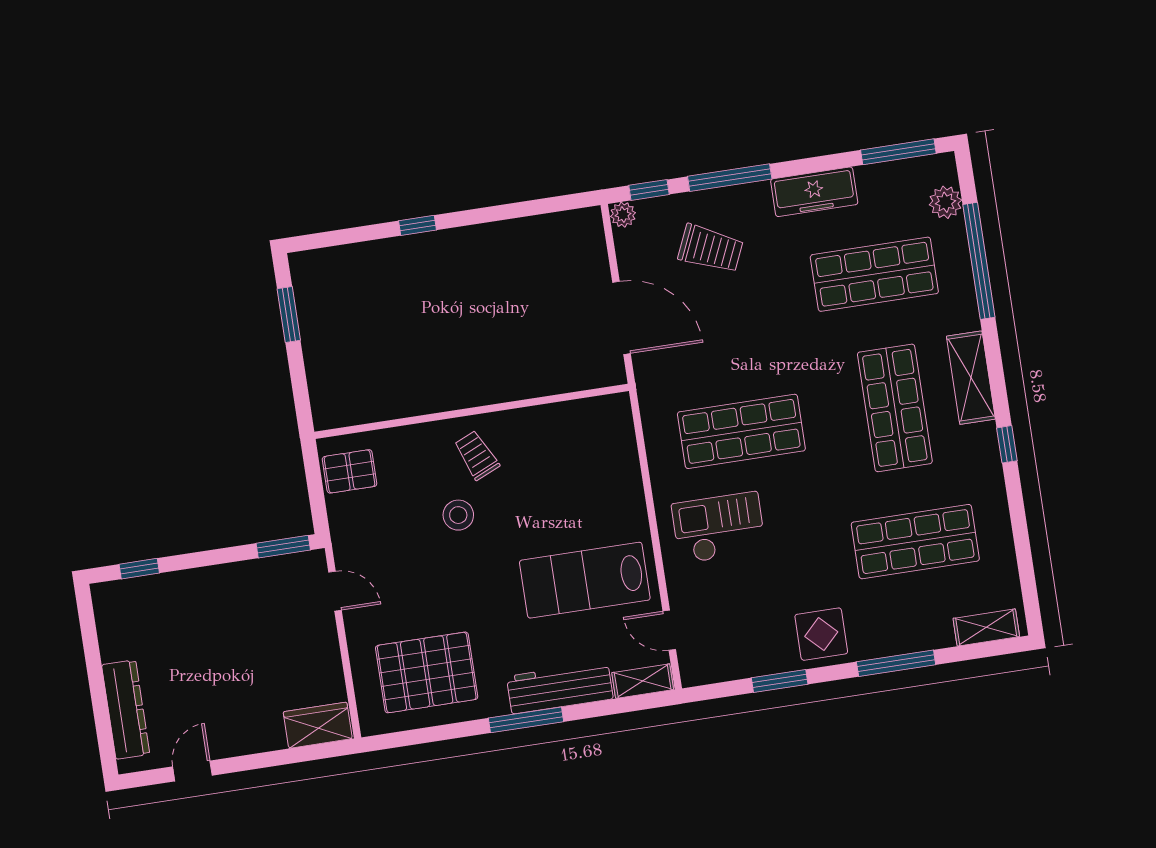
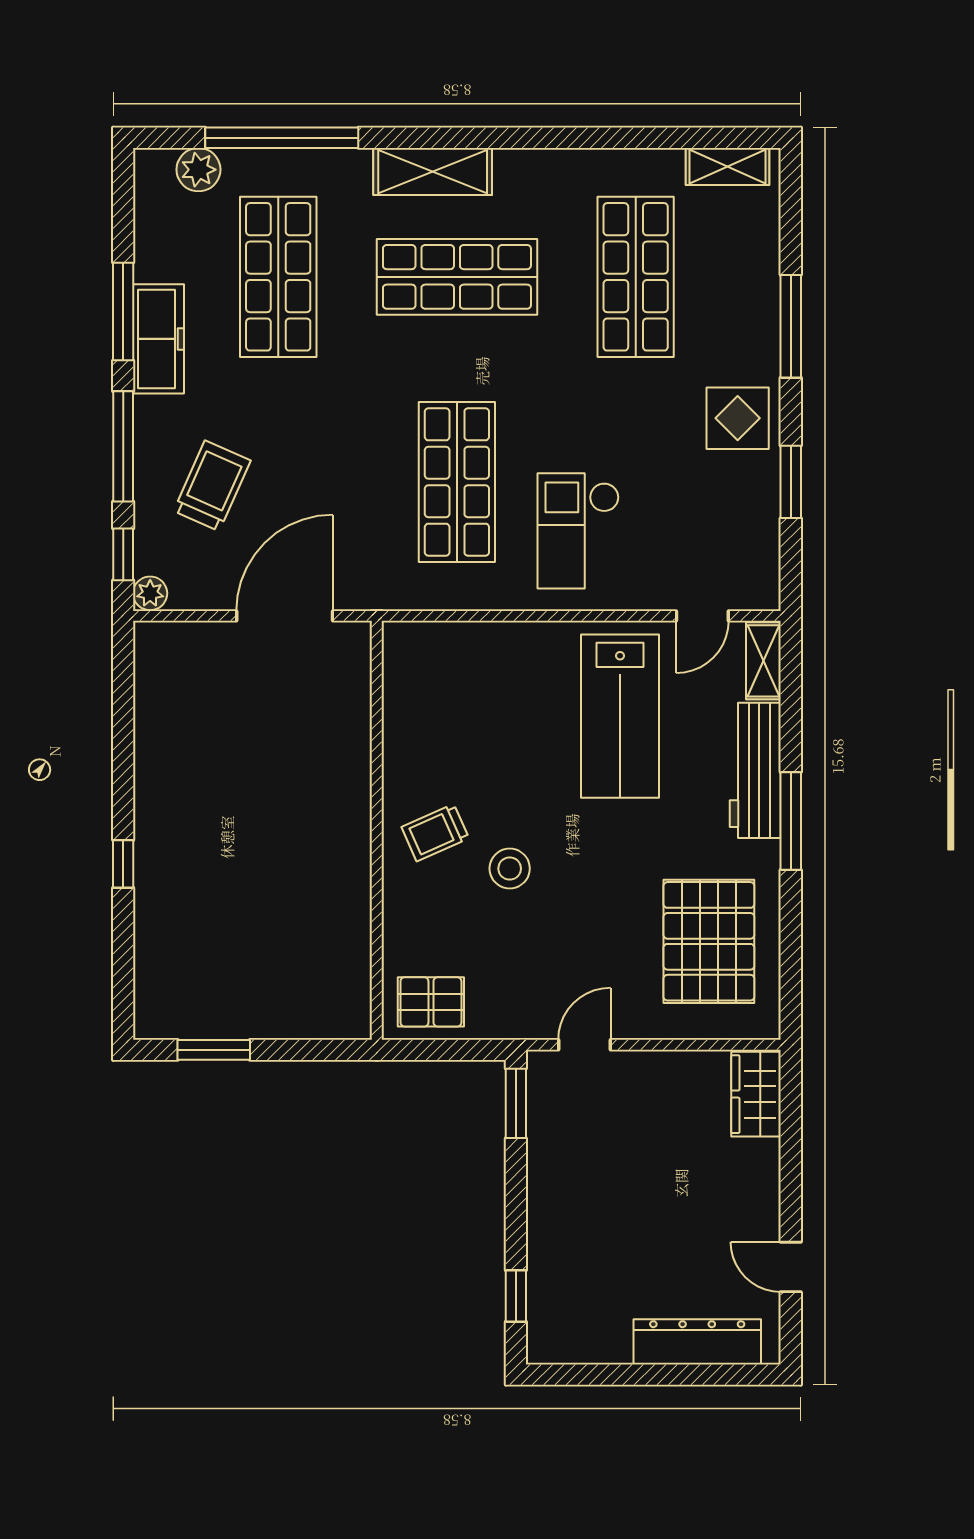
window: (898, 152) -> (123, 311), moved
window: (1007, 444) -> (527, 138), removed
pallet: (350, 471) -> (431, 1002), turned 90
shelving: (986, 627) -> (727, 166), moved, turned 90

